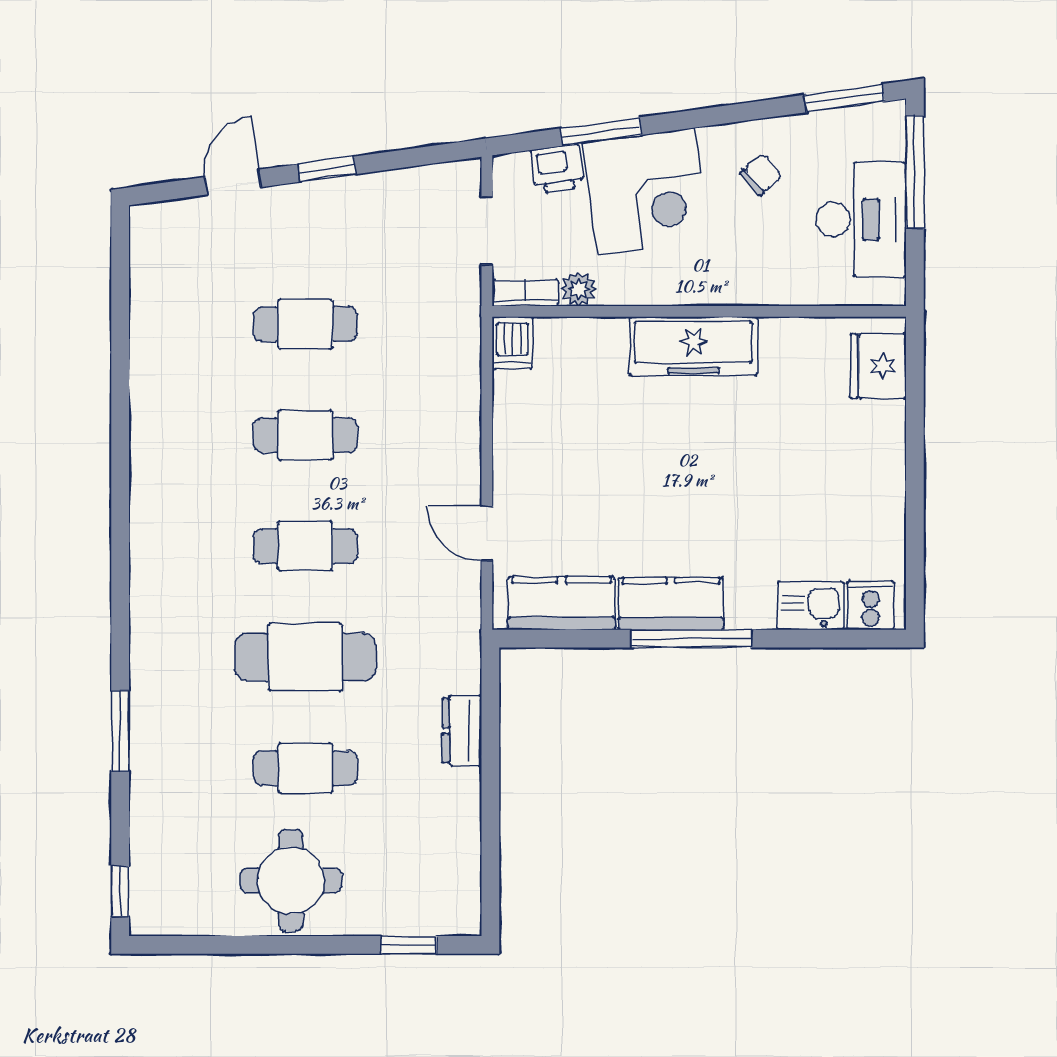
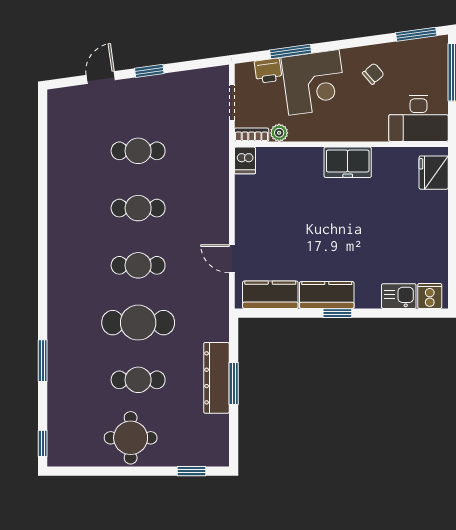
desk: (861, 220) -> (418, 118), moved, turned 90
freezer: (693, 346) -> (348, 162), width x0.71
window: (692, 639) -> (337, 313), width x0.46
dresser: (462, 731) -> (216, 378), width x1.96, depth x1.24
window: (490, 775) -> (234, 383), added

